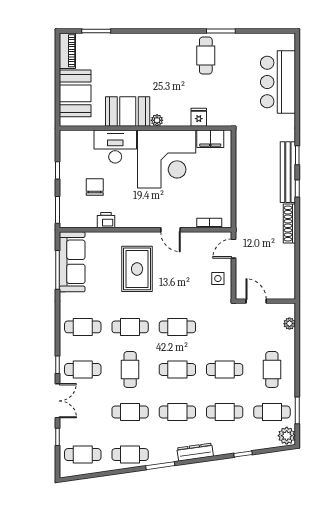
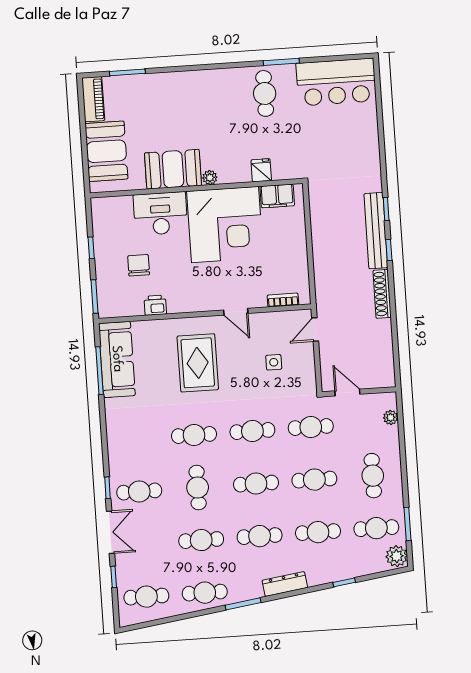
bar counter: (278, 82) -> (336, 82), moved, turned -90
side table: (218, 279) -> (274, 362), moved
cafe table: (83, 327) -> (311, 427), moved

